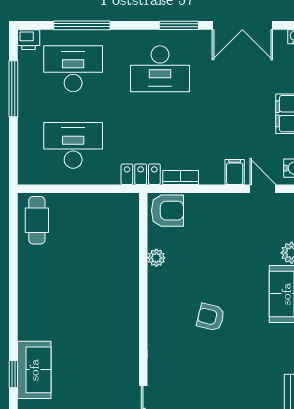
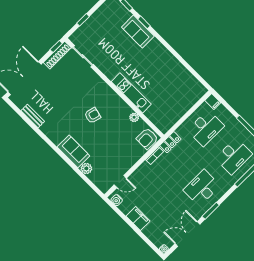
filing cabinet: (235, 172) -> (213, 102), moved
cafe table: (37, 220) -> (192, 87), removed
kitchen unit: (127, 295) -> (131, 93), added

